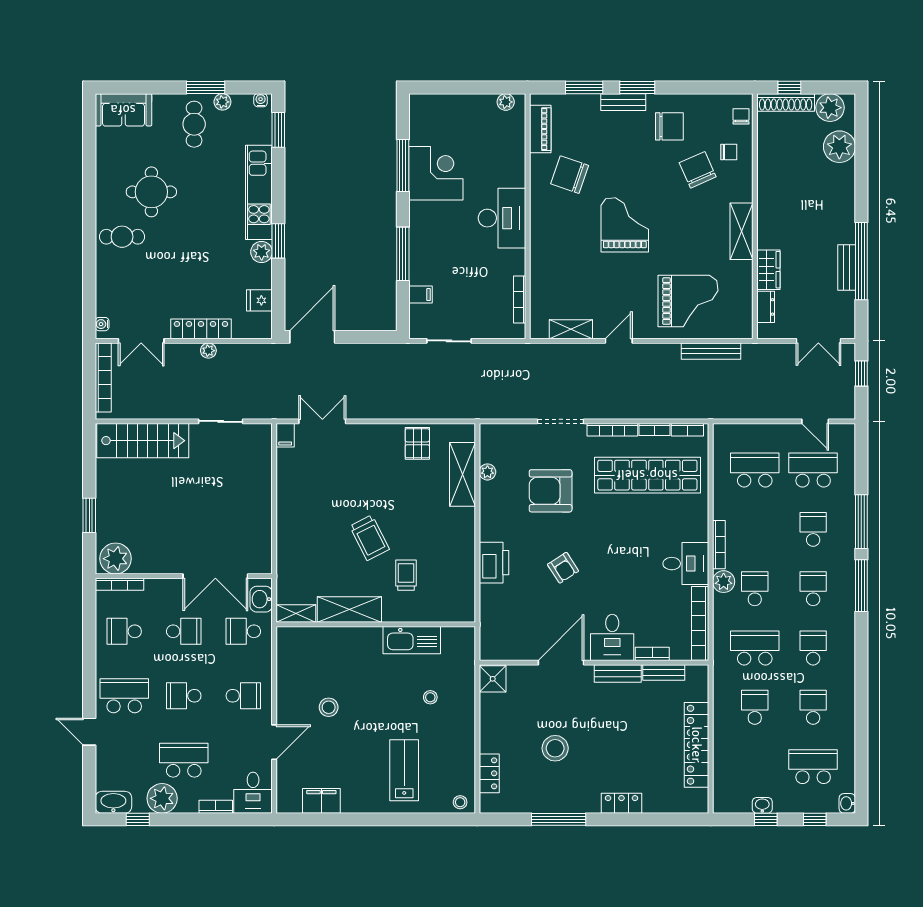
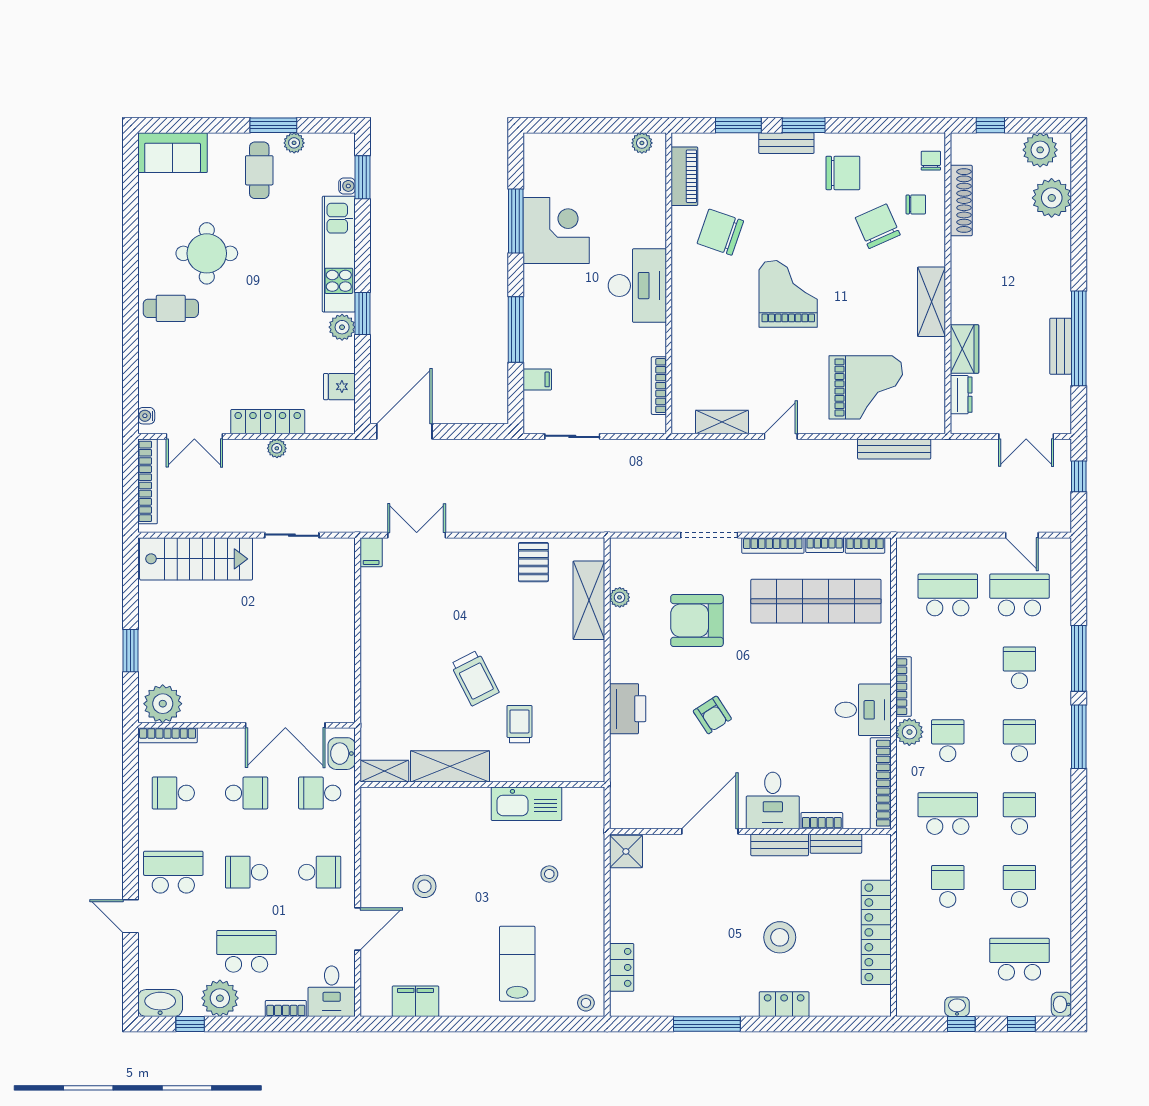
water cooler: (261, 100) -> (347, 186), moved, turned 90
shoe rack: (786, 102) -> (961, 201), moved, turned -90
stool: (555, 748) -> (780, 937), moved

